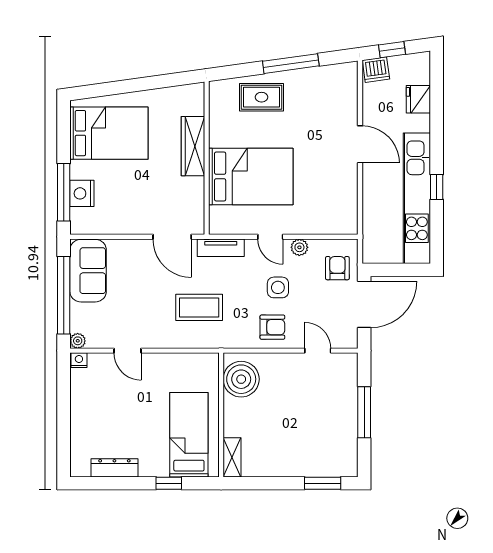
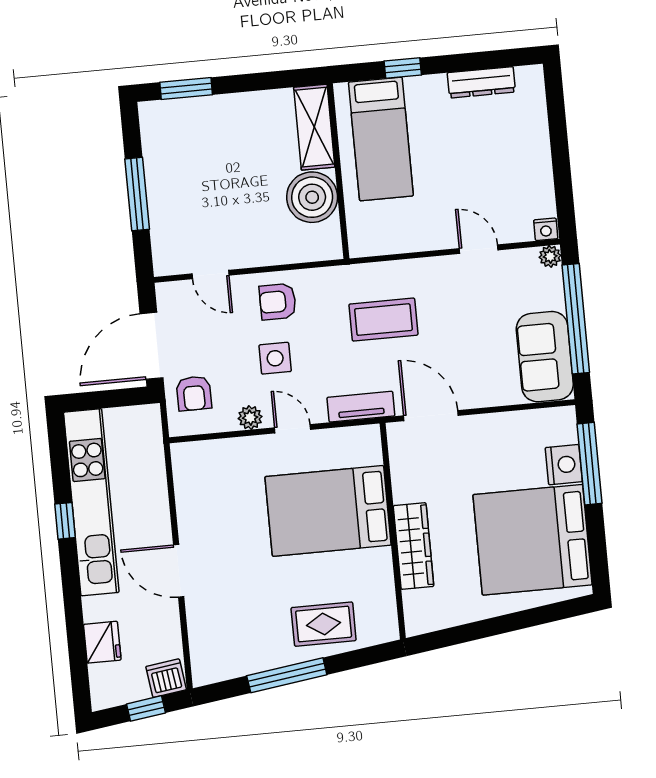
bed: (109, 133) -> (533, 540), width x1.36
boiler: (241, 379) -> (312, 197), moved
shelving: (232, 457) -> (314, 127), width x1.50, depth x1.33

